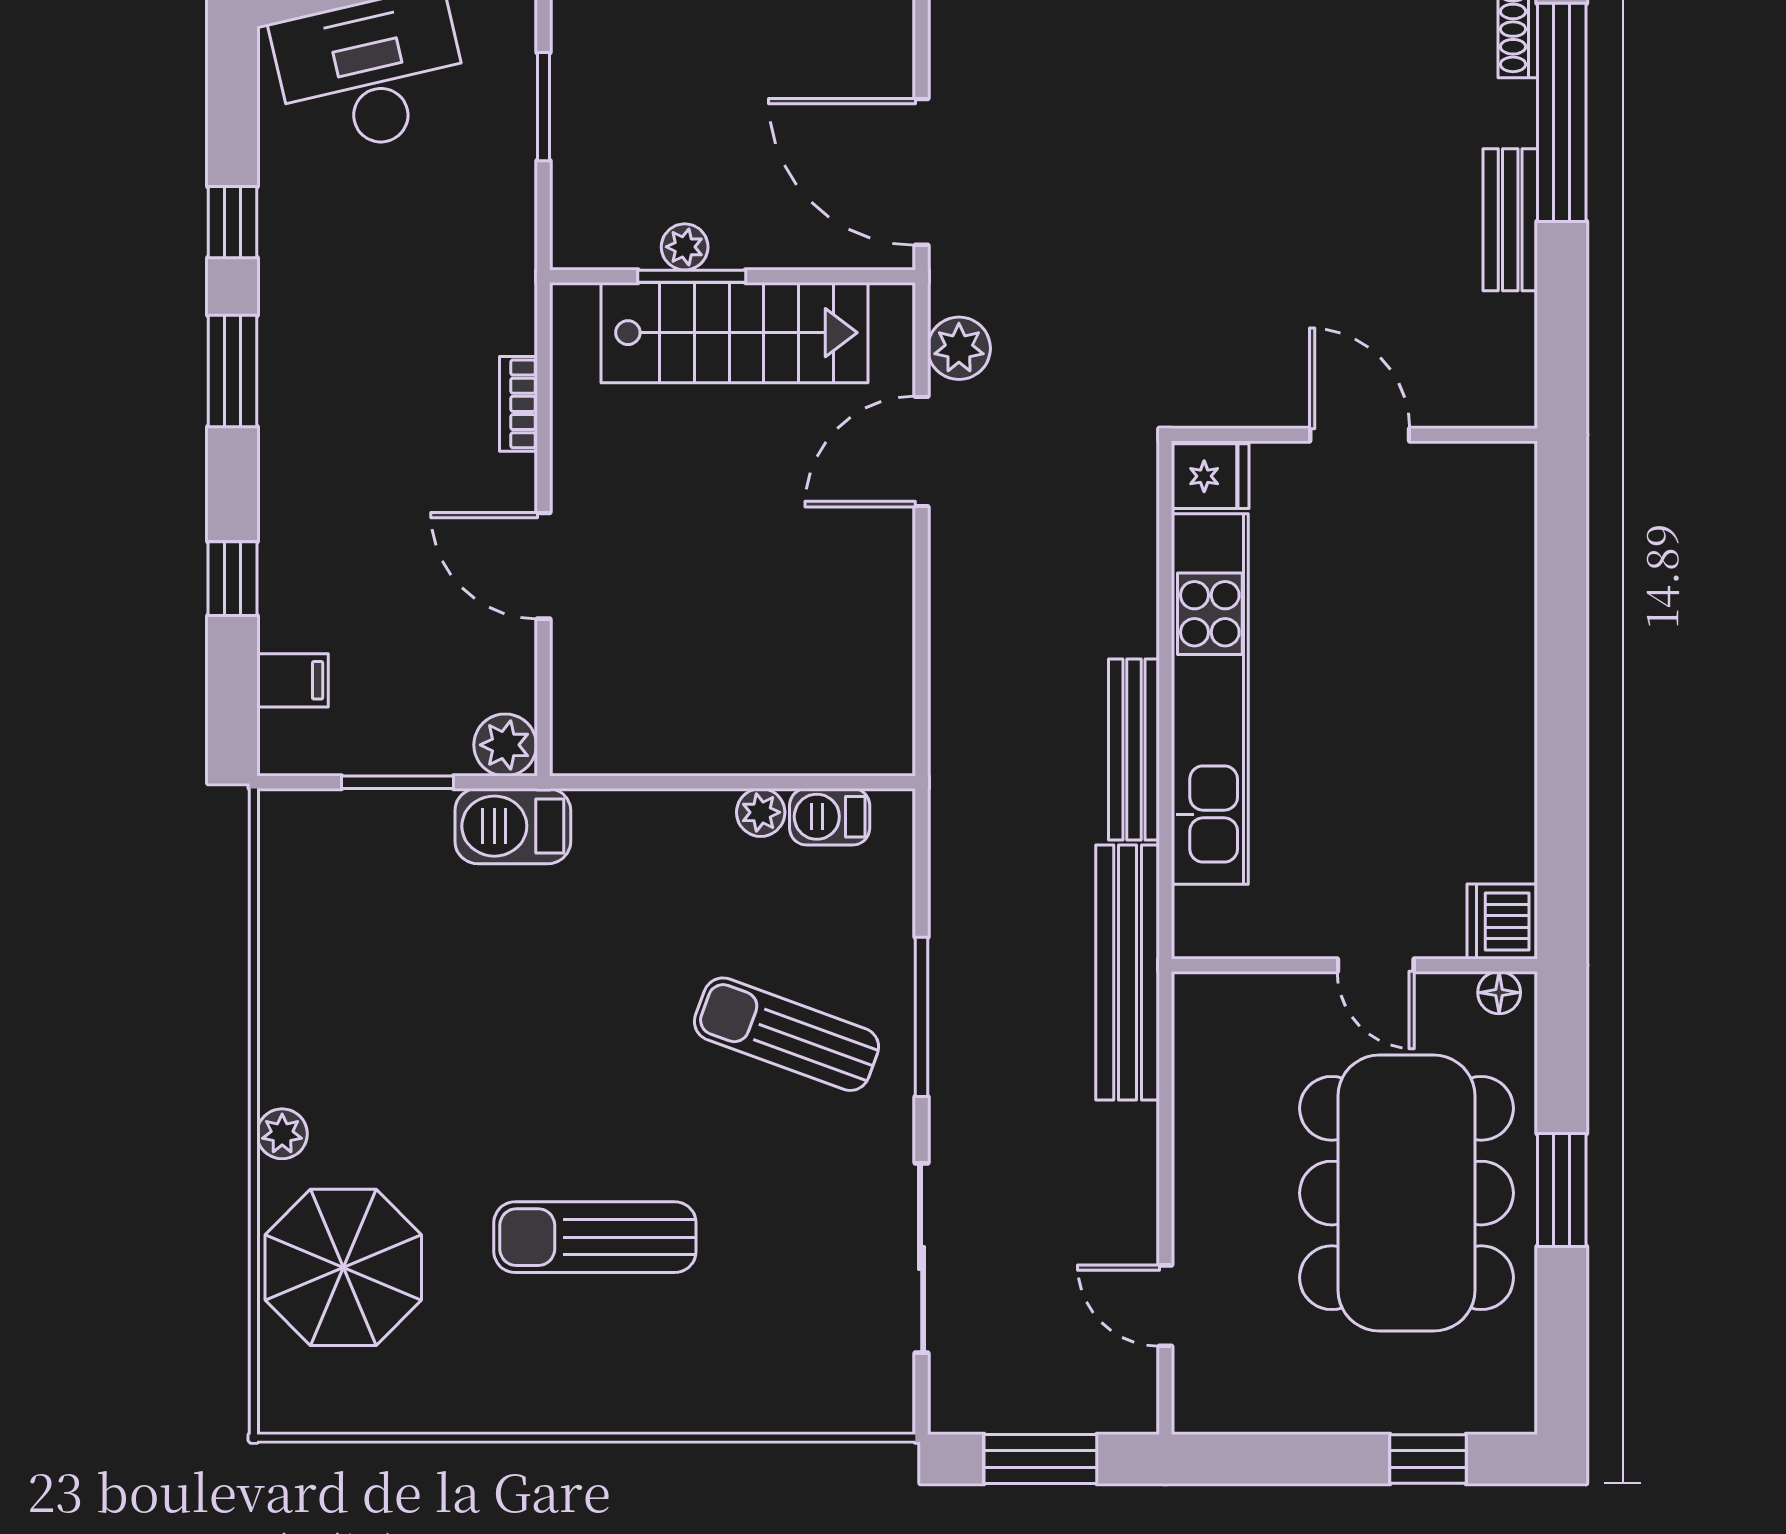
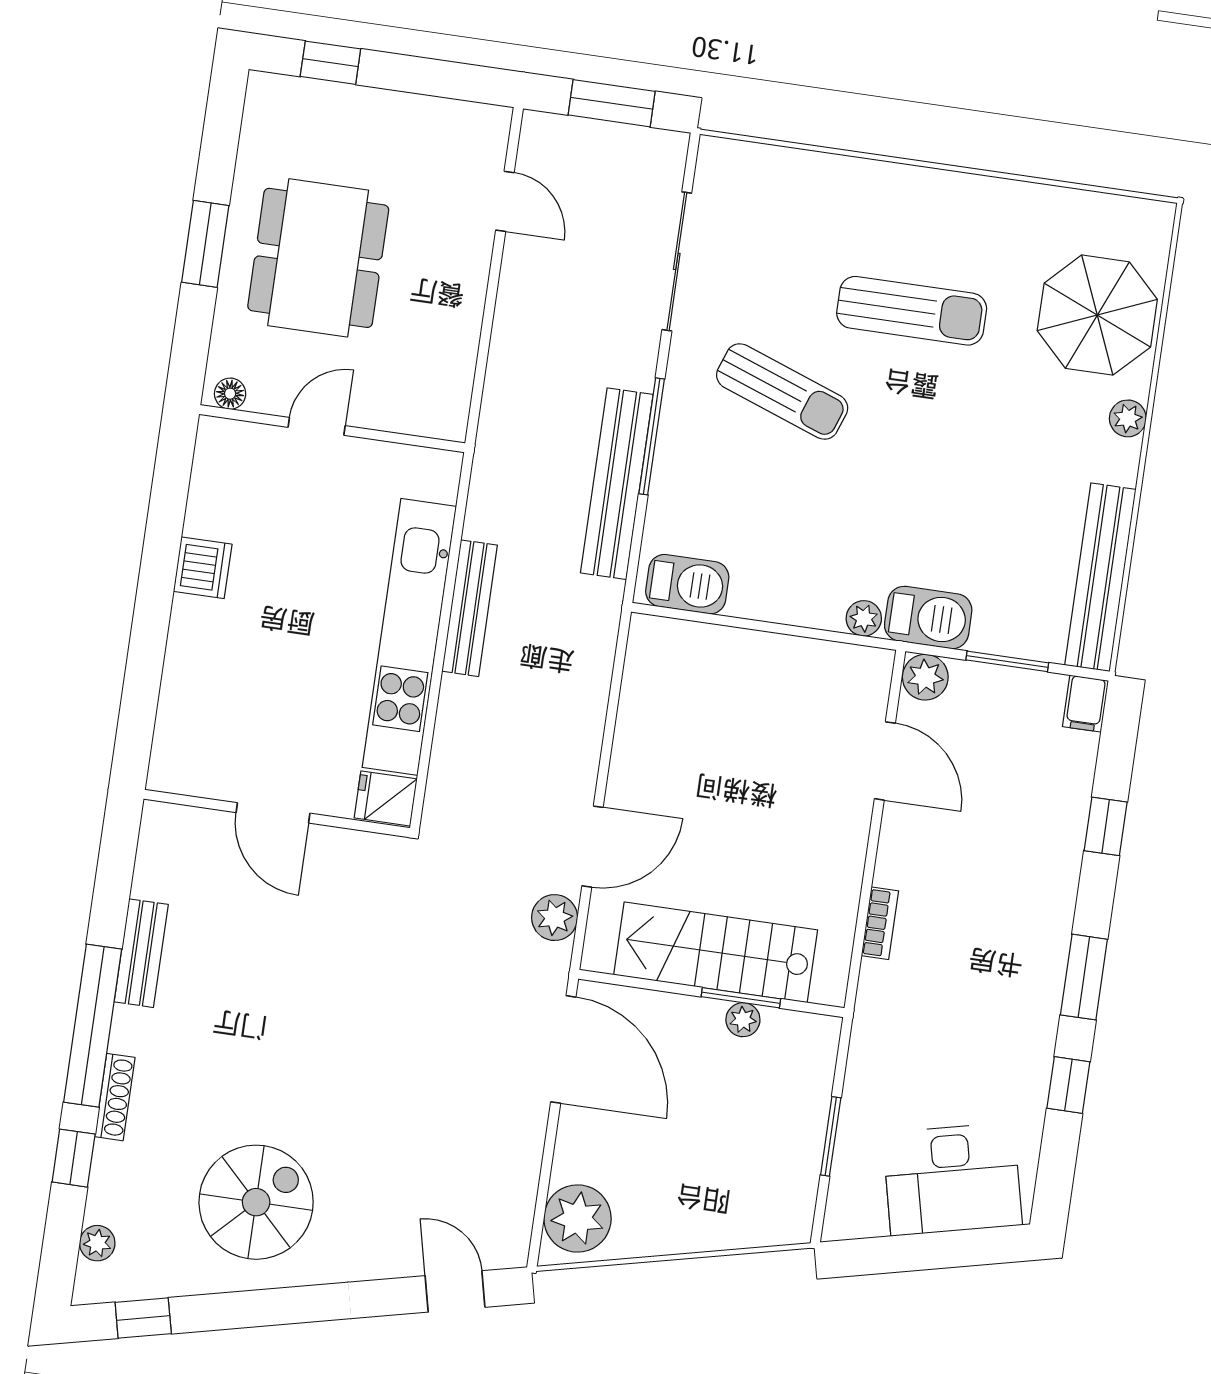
door: (544, 566) -> (885, 761), moved
filing cabinet: (293, 680) -> (1085, 704), moved, turned -90
plant: (761, 812) -> (864, 618), moved
barbecue: (830, 817) -> (687, 584), width x1.38, depth x1.27
bench: (288, 914) -> (1100, 577), added
dishwasher: (1502, 922) -> (203, 568), moved
door: (1376, 965) -> (317, 426), hinge flipped
bench: (1128, 973) -> (617, 484), moved
sun lounger: (787, 1034) -> (782, 391), moved
dining table: (1406, 1193) -> (318, 258), width x0.73, depth x0.80

